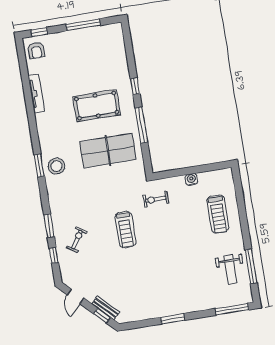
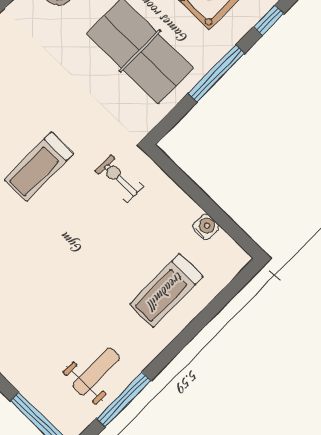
water cooler: (191, 179) -> (206, 227), moved
weight bench: (230, 269) -> (96, 371), turned 180

